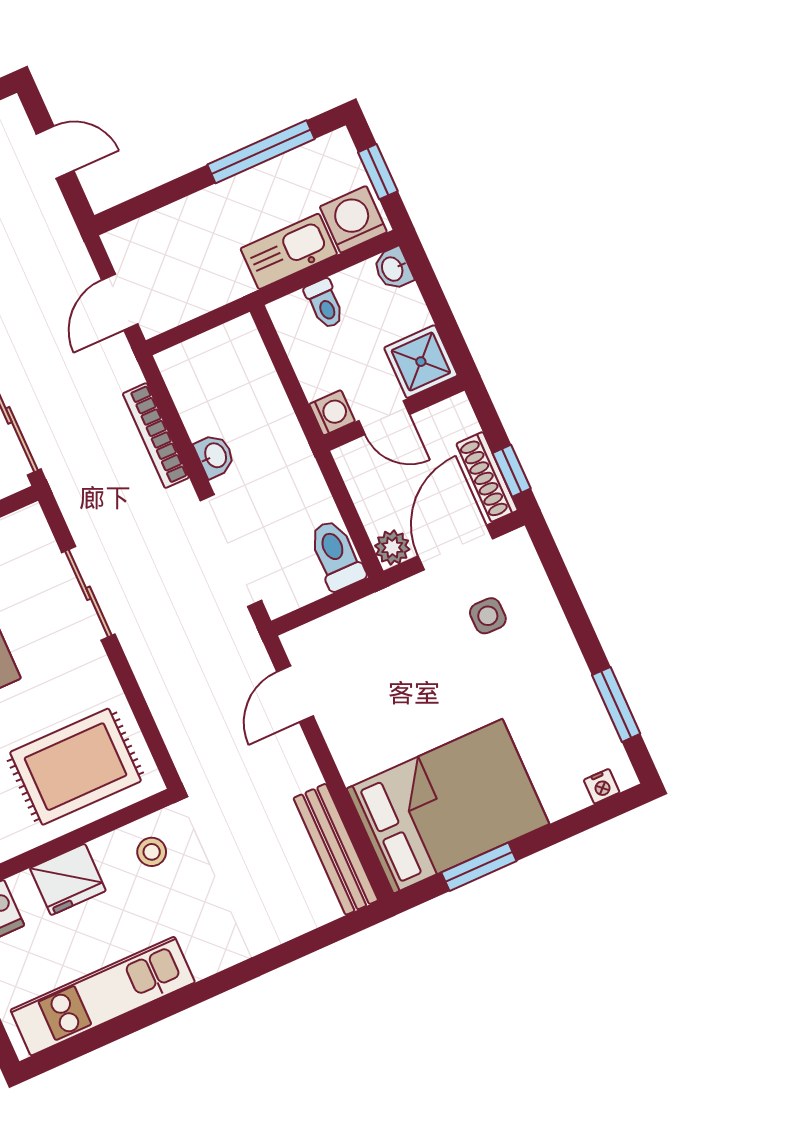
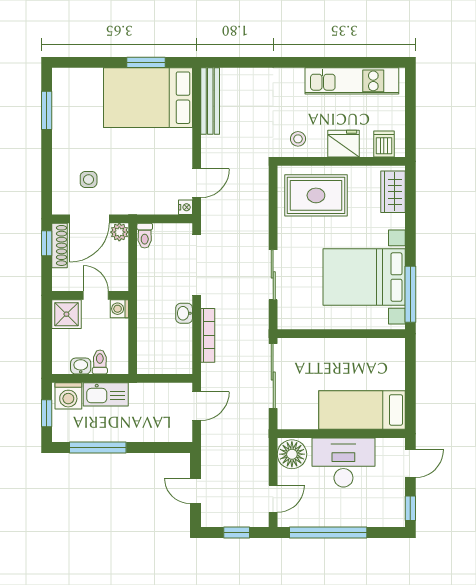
washbasin: (393, 269) -> (81, 366), moved, turned -90
toilet: (336, 555) -> (145, 236), width x0.73, depth x0.72
nightstand: (602, 786) -> (185, 207), moved, turned 90

